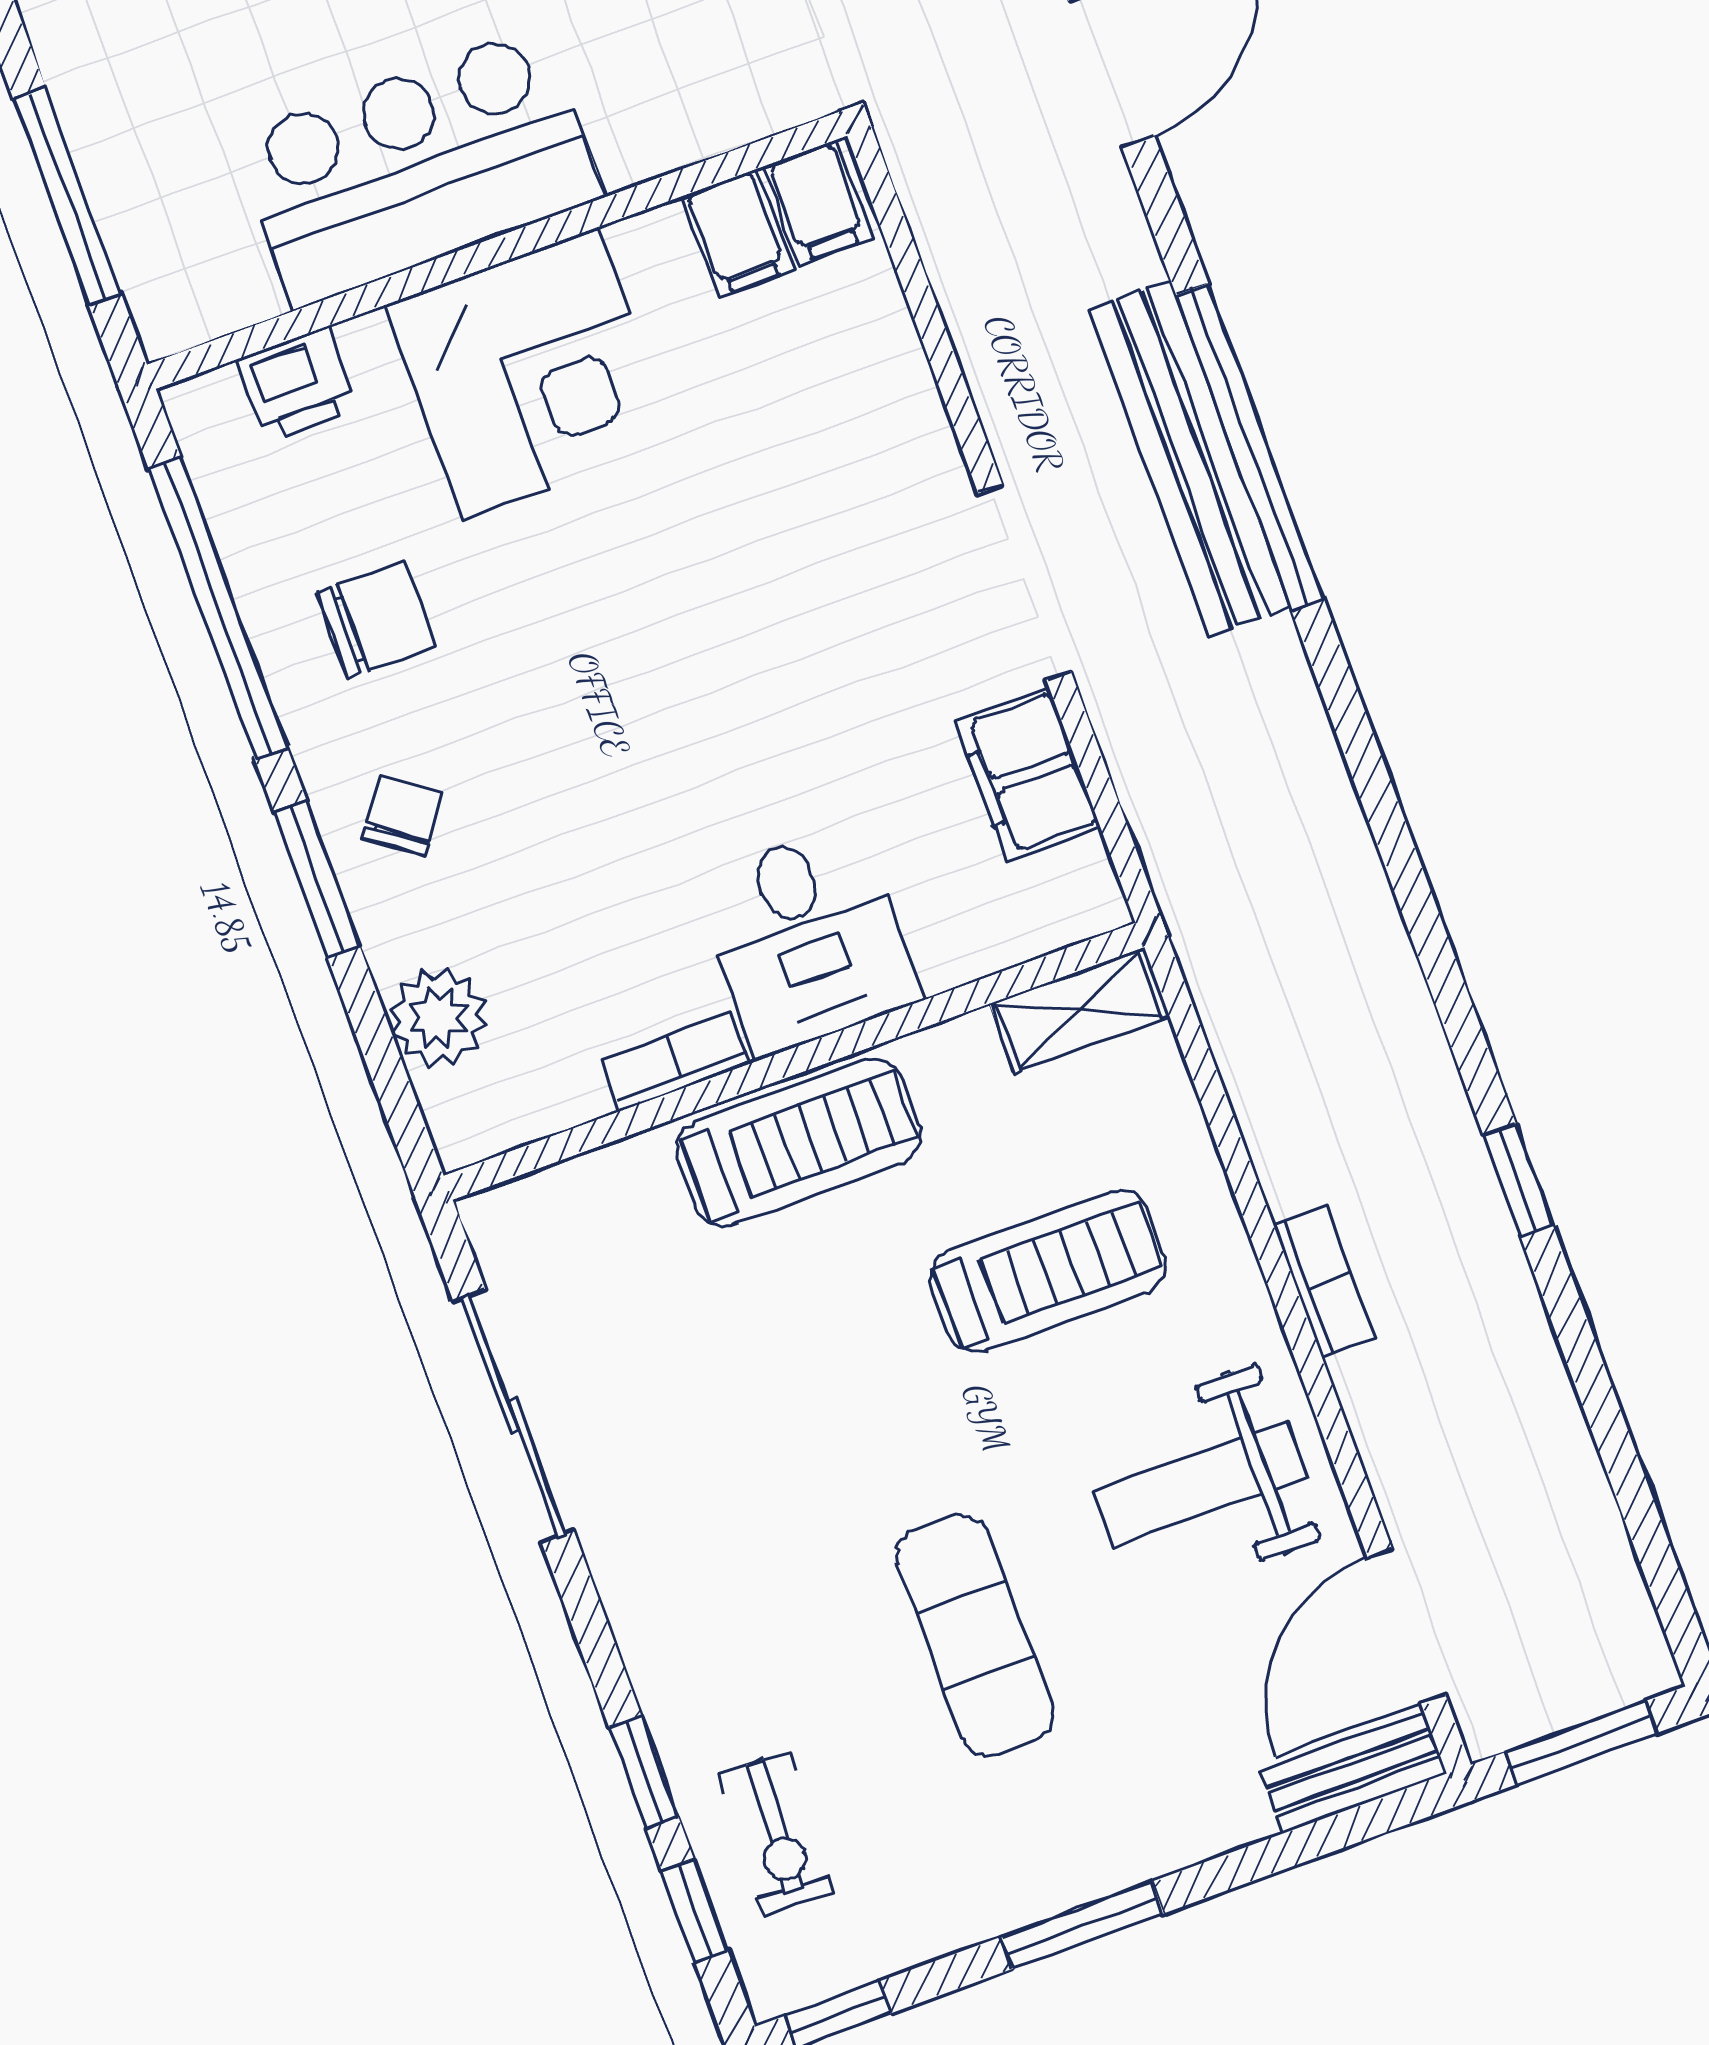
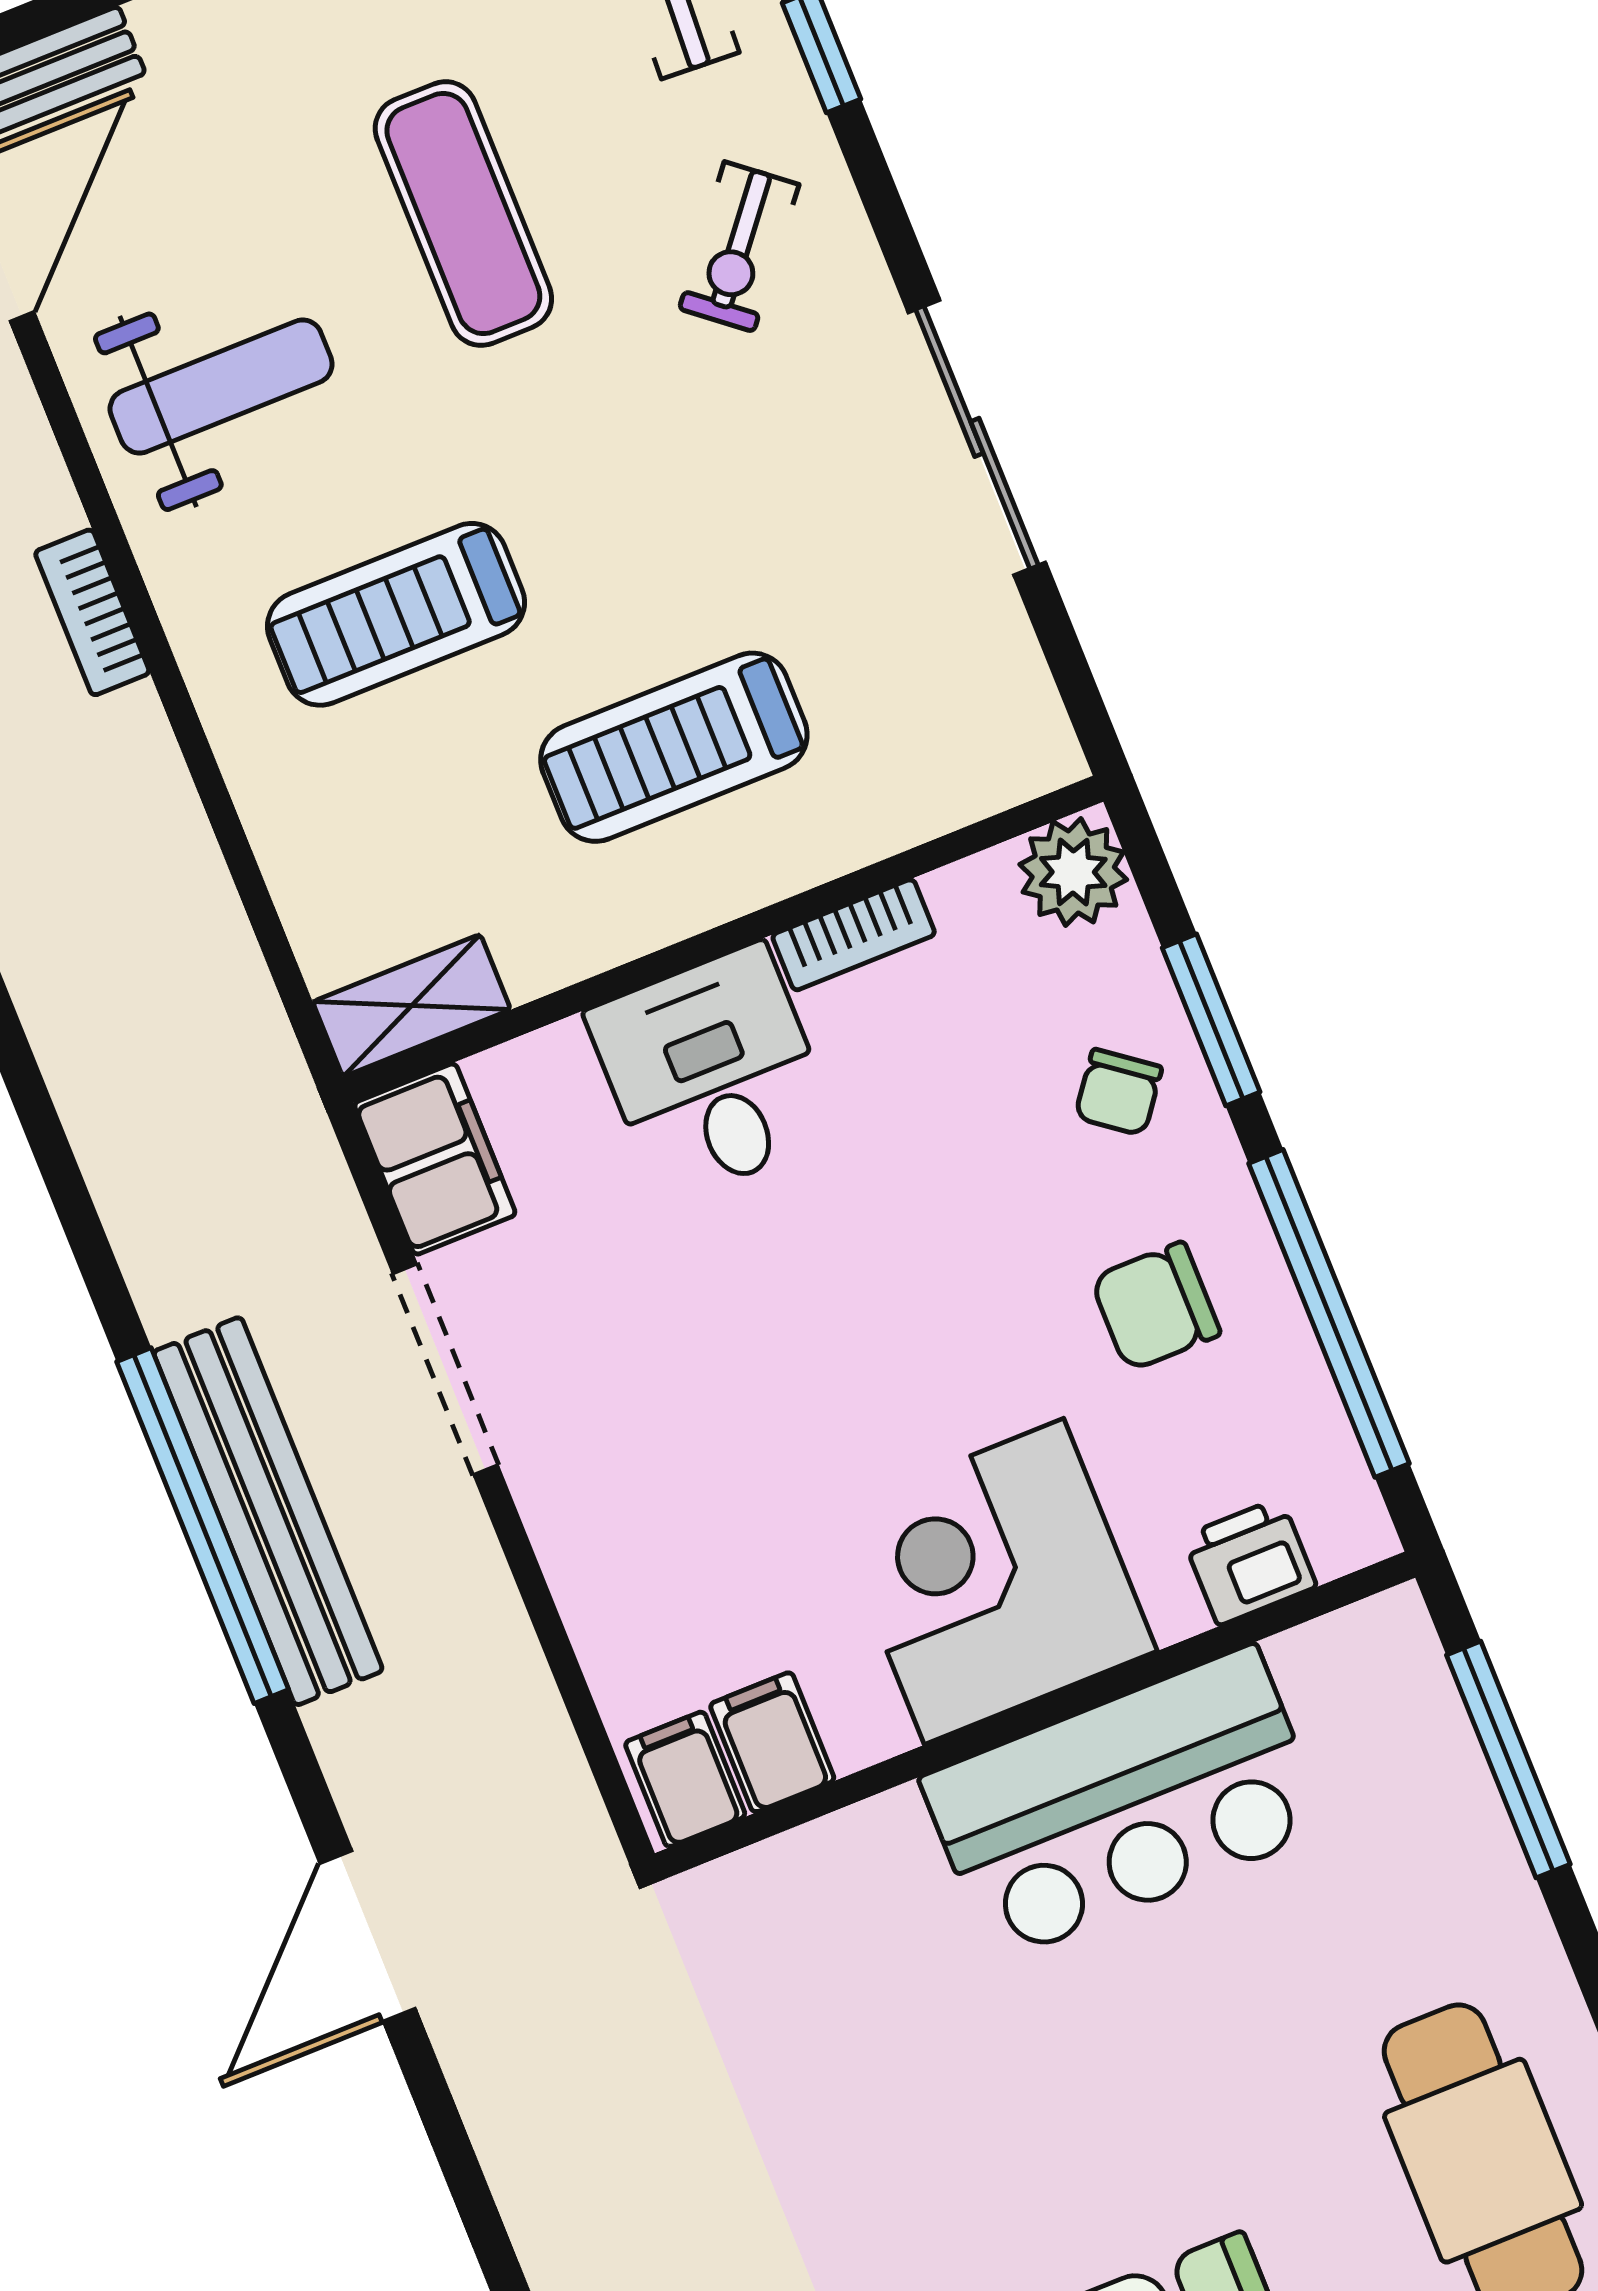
desk: (807, 940) -> (713, 1073), moved
shelving: (1080, 1010) -> (412, 1006), moved
wall: (794, 1061) -> (723, 939), moved
bookcase: (675, 1062) -> (854, 935), moved
exercise bike: (725, 1596) -> (739, 247), added

